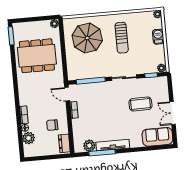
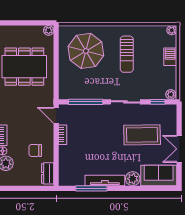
coffee table: (140, 104) -> (142, 135), width x1.36, depth x1.32
plant: (89, 146) -> (133, 179), moved

